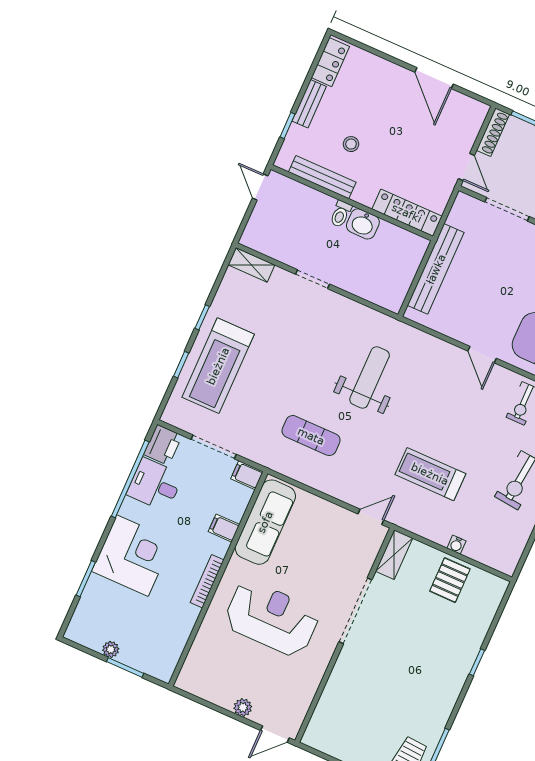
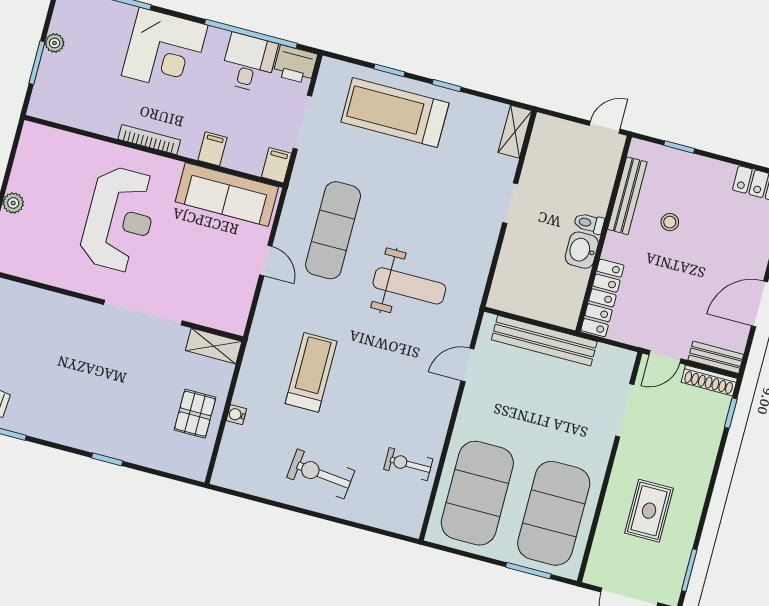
bench: (309, 104) -> (716, 357), moved
door: (482, 355) -> (467, 365), moved
exercise mat: (311, 436) -> (333, 230), width x1.36, depth x1.45
door: (371, 517) -> (266, 261), moved
pallet: (450, 580) -> (195, 414), turned 90

